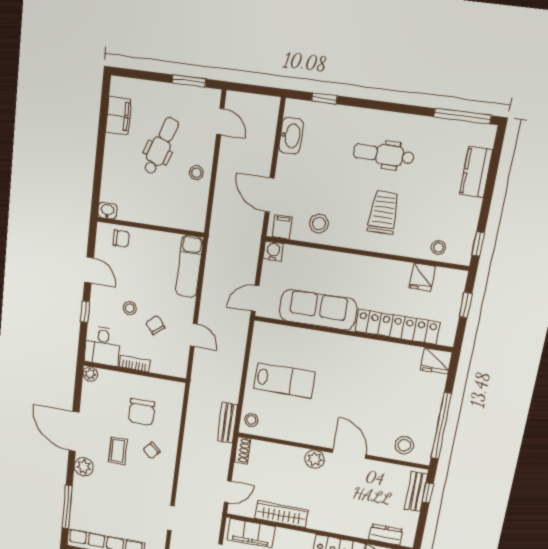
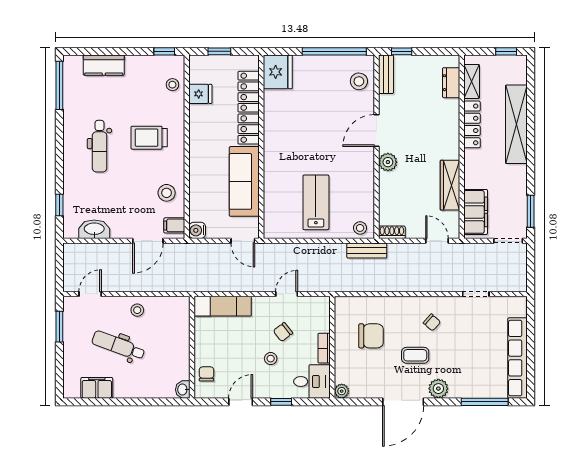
fridge: (436, 361) -> (278, 72), width x1.36, depth x1.34
chair: (152, 450) -> (432, 322), moved
bench: (416, 492) -> (386, 74), moved, turned 90

